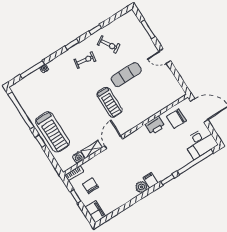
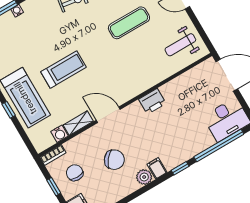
weight bench: (165, 89) -> (180, 45), added
treadmill: (110, 102) -> (64, 70), moved, turned -90
chair: (176, 119) -> (114, 160), moved, turned -141
printer: (155, 125) -> (152, 101), moved
door: (114, 142) -> (108, 115), hinge flipped

